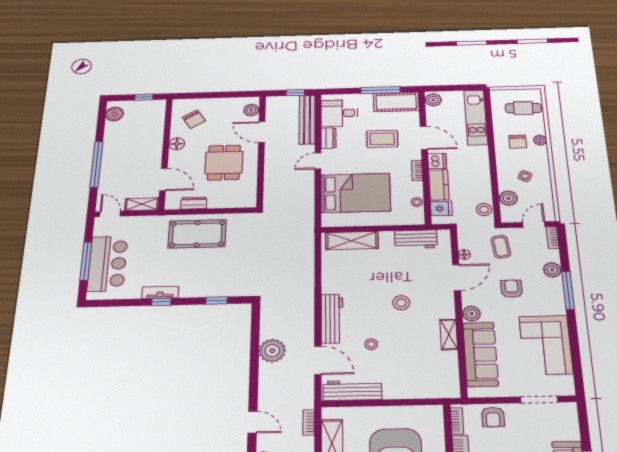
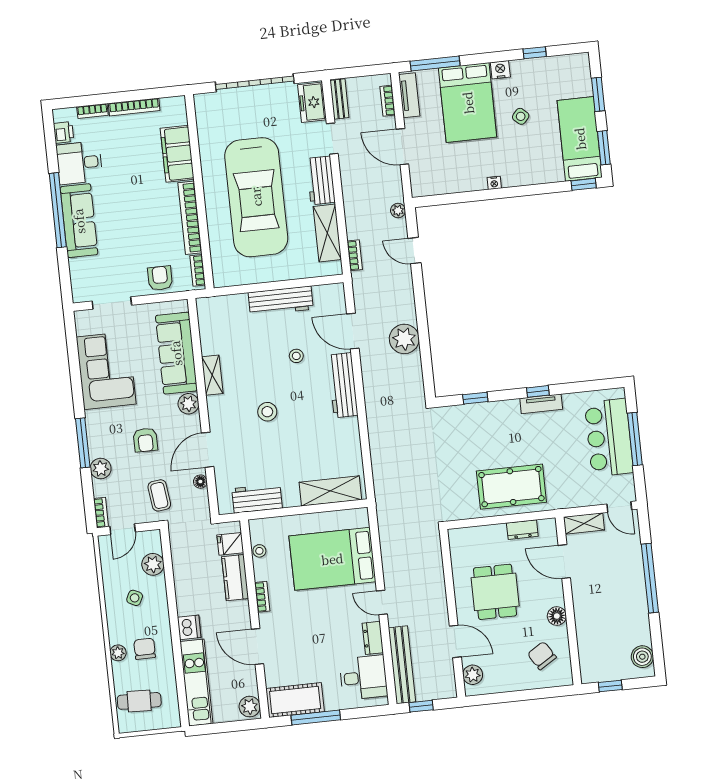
rug: (382, 139) -> (308, 641), removed
door: (318, 161) -> (382, 603), swing flipped
dishwasher: (437, 161) -> (189, 627), moved, turned 180
stool: (484, 210) -> (181, 546), removed
workbench: (352, 390) -> (281, 301), moved

